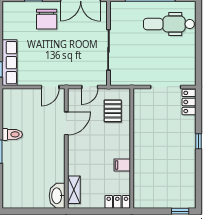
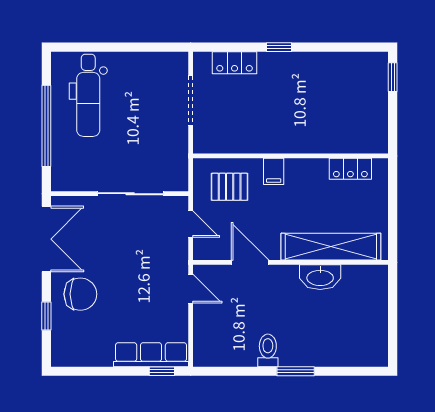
locker: (189, 102) -> (235, 63), moved
filing cabinet: (122, 165) -> (274, 171), moved
shelving: (74, 190) -> (331, 247), width x2.20, depth x1.33
washbasin: (57, 196) -> (320, 277), moved
locker: (117, 202) -> (350, 169), moved, turned -90

